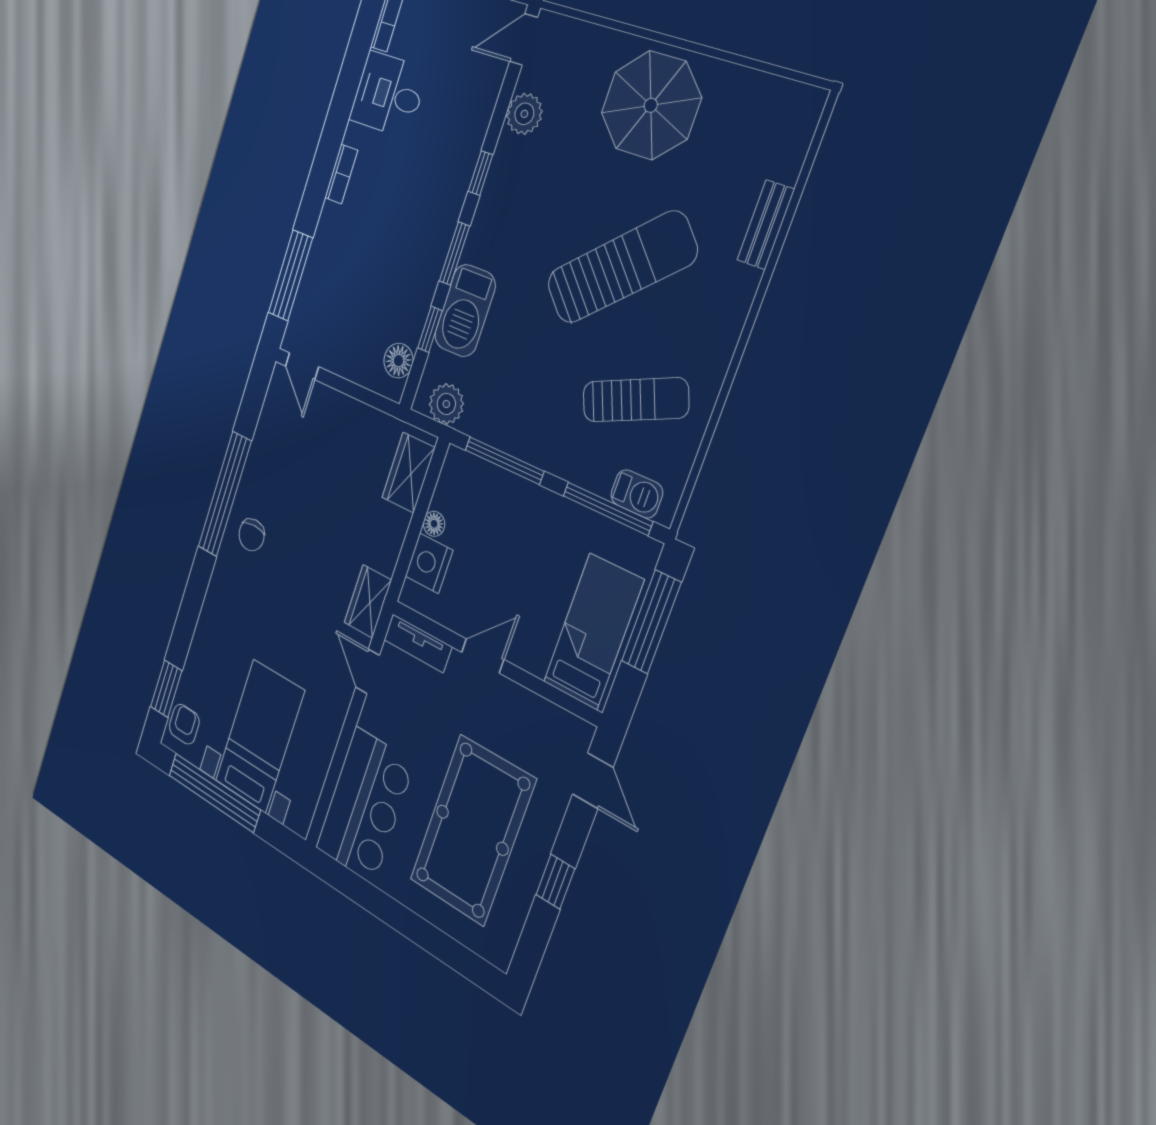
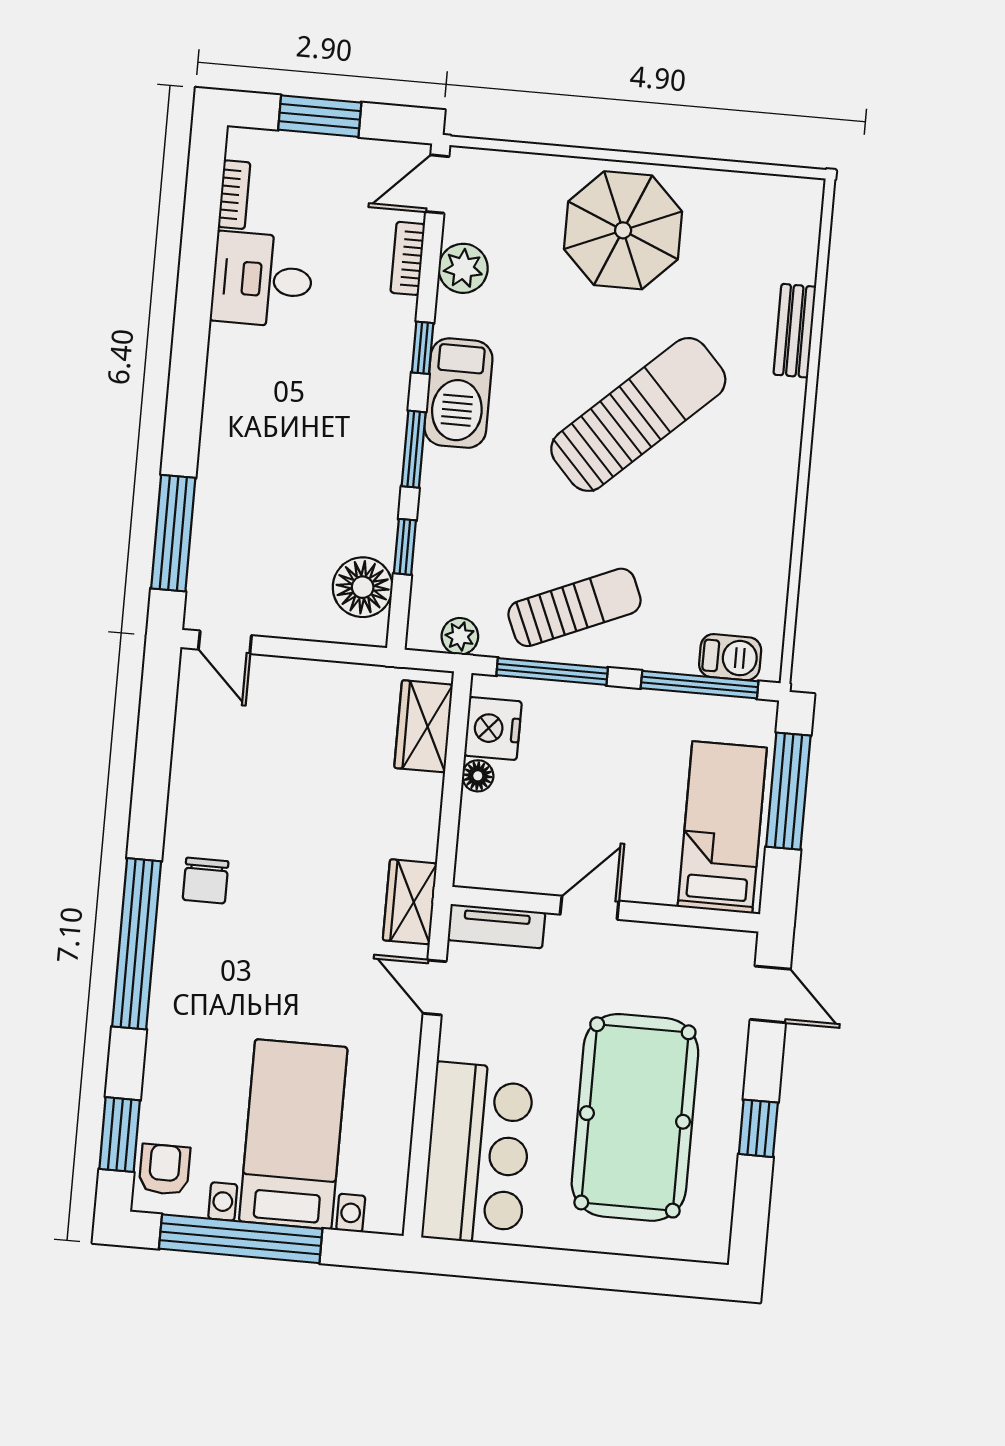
bookcase: (341, 174) -> (408, 258), moved, turned 180
barbecue: (465, 311) -> (458, 393), moved
floor lamp: (398, 361) -> (363, 587), width x1.38, depth x1.38
sun lounger: (635, 400) -> (575, 607), moved
plant: (446, 404) -> (460, 636), width x0.73, depth x0.73
window: (225, 494) -> (137, 944), moved
nightstand: (429, 563) -> (493, 728), moved

